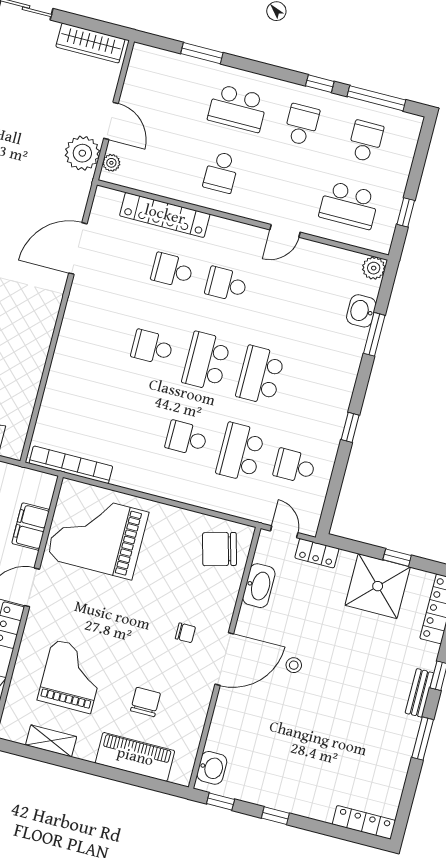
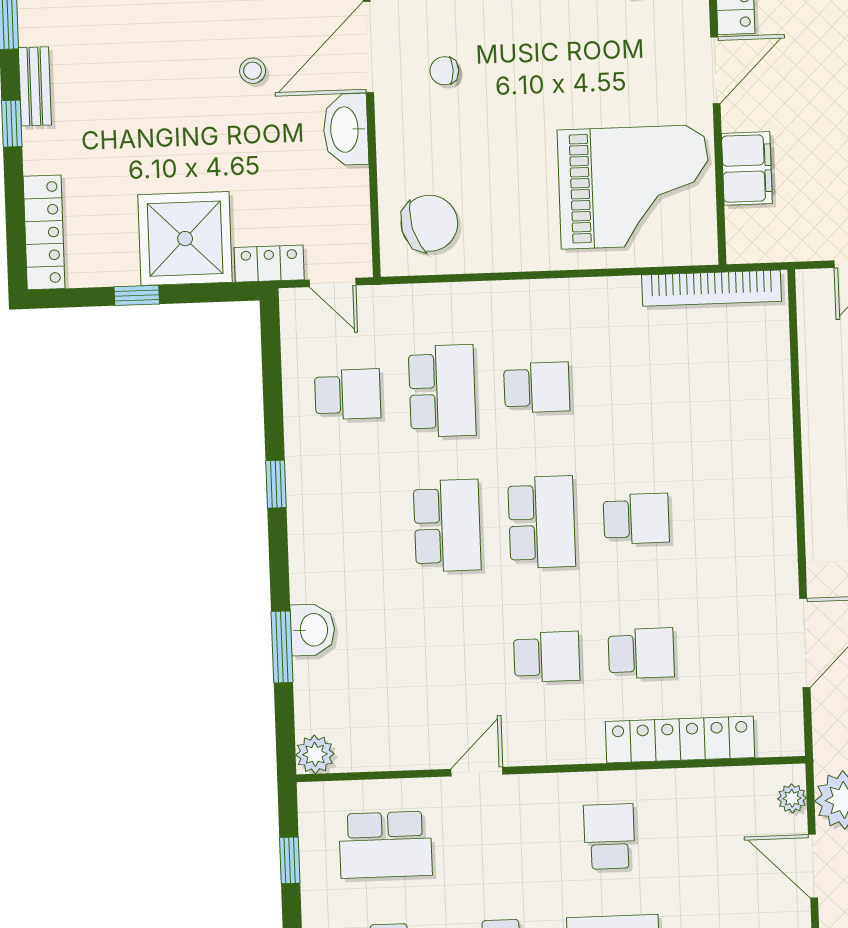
school desk: (349, 205) -> (386, 845), turned 180
washbasin: (361, 311) -> (313, 630), moved
washbasin: (259, 586) -> (346, 129), moved
shower: (378, 586) -> (185, 239), moved

